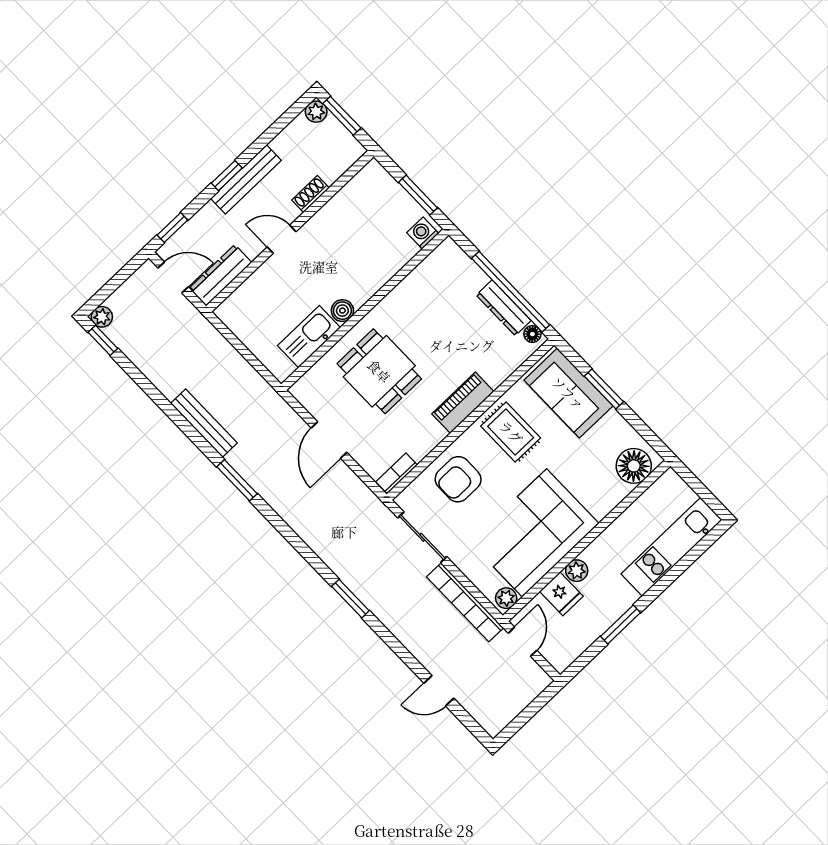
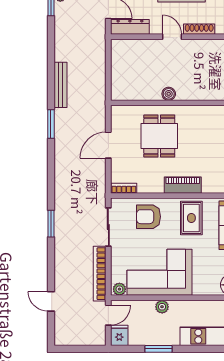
shoe rack: (311, 194) -> (199, 29), width x1.43
kitchen sink: (309, 337) -> (143, 91), removed
fridge: (561, 594) -> (119, 335), moved, turned 180

